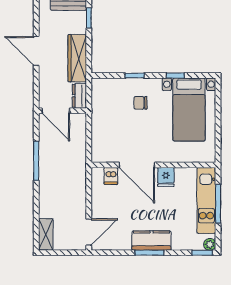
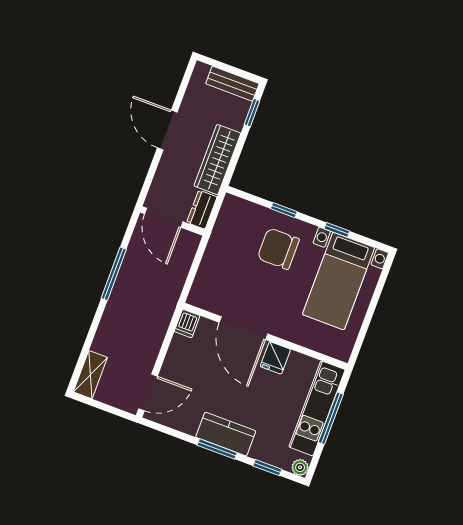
chair: (140, 103) -> (278, 249), width x1.87, depth x1.87
dishwasher: (111, 176) -> (187, 324), moved
window: (202, 253) -> (267, 468), moved

